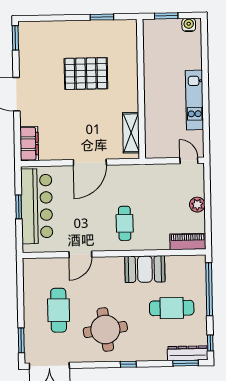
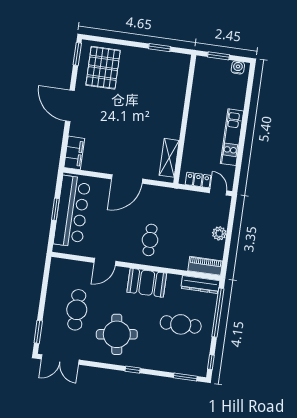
pallet: (86, 74) -> (103, 68), moved, turned 90
locker: (165, 151) -> (198, 180), added
booth: (145, 269) -> (147, 283), moved
dresser: (188, 353) -> (200, 285), moved, turned 180

